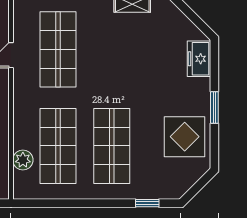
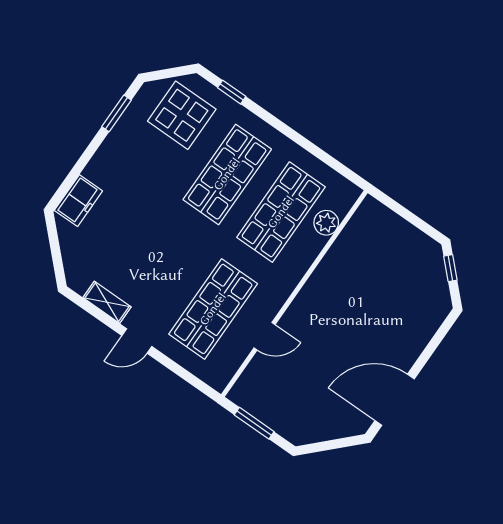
window: (214, 108) -> (117, 113), moved
display table: (185, 137) -> (182, 115), moved

